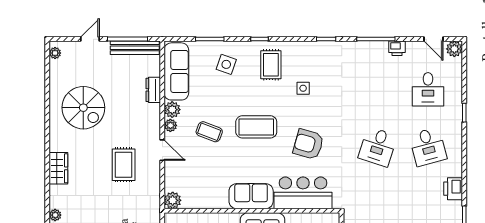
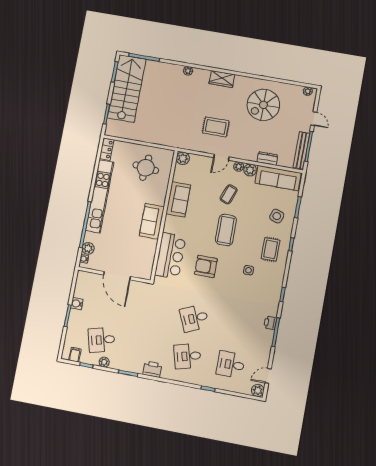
printer: (397, 48) -> (270, 323), moved
rug: (271, 65) -> (271, 249), turned 90
armchair: (308, 144) -> (206, 266), turned -106
desk: (378, 147) -> (194, 318), turned -42
sofa: (251, 196) -> (178, 199), moved

